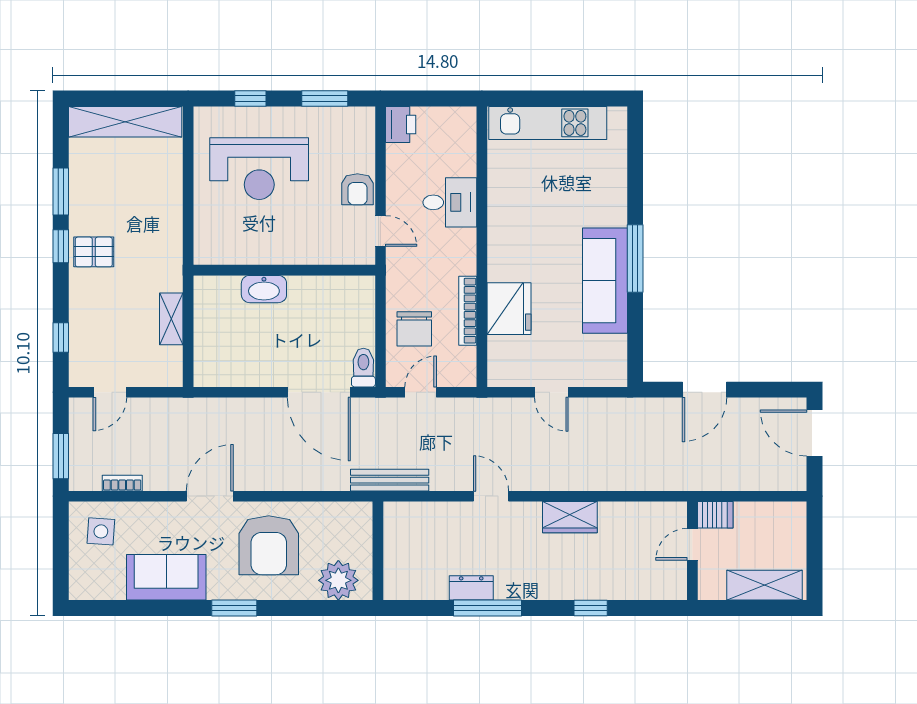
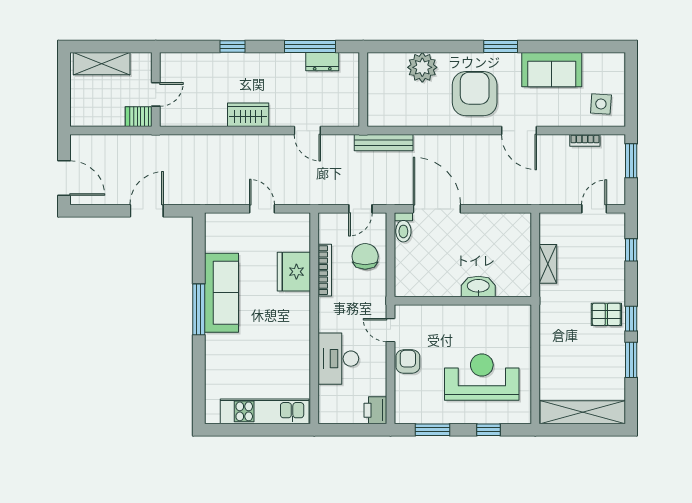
desk: (450, 202) -> (338, 359), width x1.37
door: (210, 496) -> (519, 131), hinge flipped
wall: (378, 551) -> (363, 89), moved

